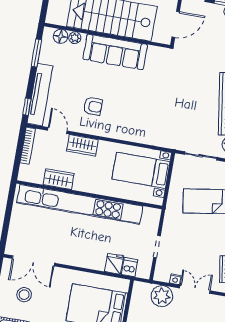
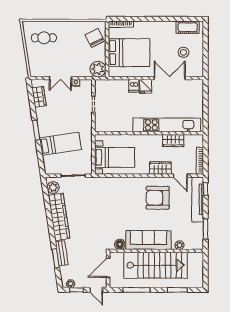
floor lamp: (61, 36) -> (120, 244), moved
armchair: (93, 106) -> (158, 198), width x1.88, depth x1.88
kitchen unit: (80, 204) -> (167, 125), width x0.73
double door: (33, 261) -> (170, 78), moved
fridge: (114, 264) -> (146, 86), moved
dishwasher: (130, 267) -> (134, 86), moved
plant: (162, 296) -> (98, 69), moved

